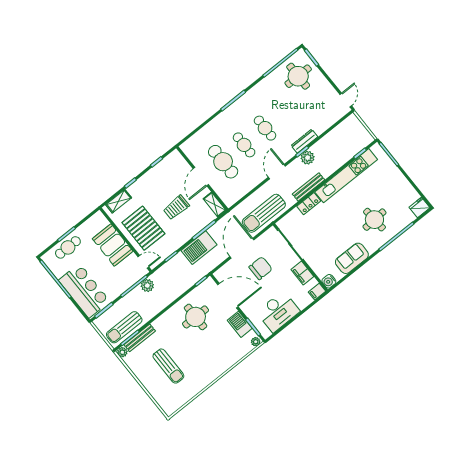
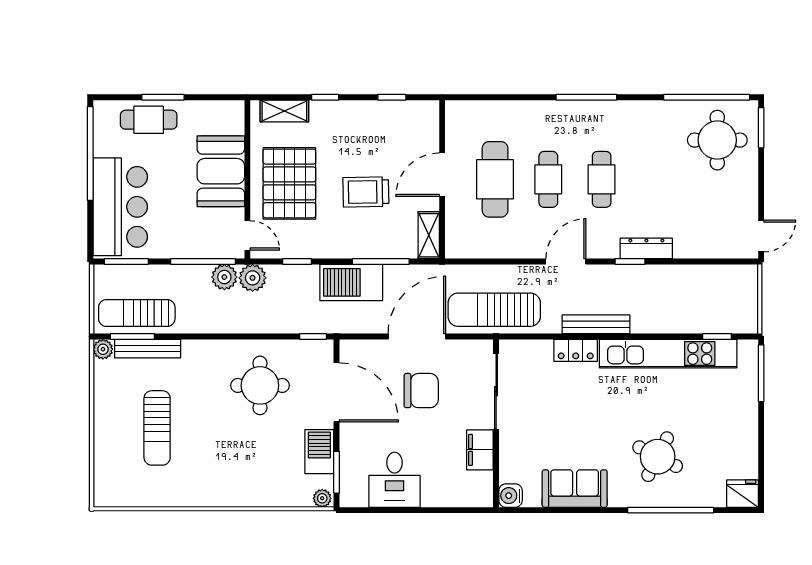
plant: (308, 158) -> (253, 278), moved
round table: (374, 220) -> (658, 457), turned 31
filing cabinet: (317, 292) -> (479, 497), removed
desk: (278, 312) -> (394, 480), width x0.73

